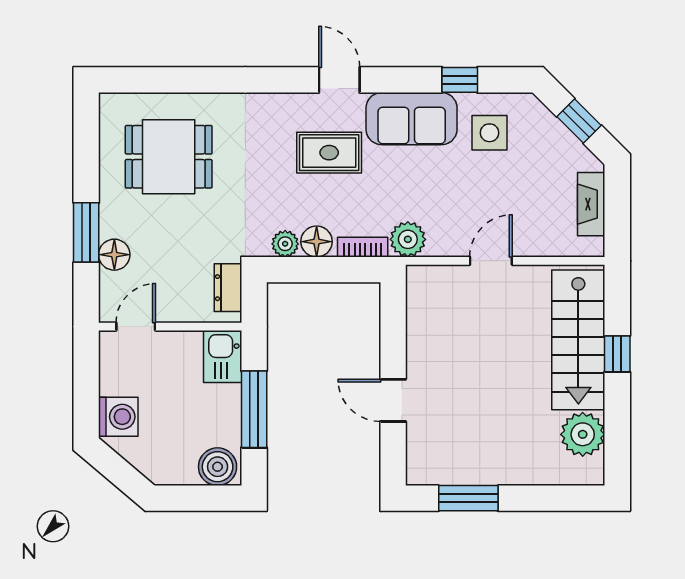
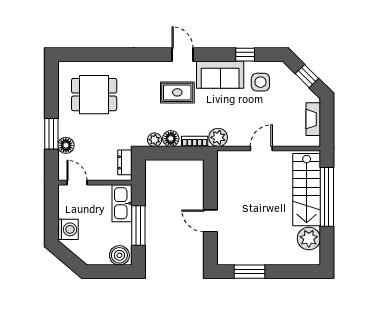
door: (136, 327) -> (77, 183), hinge flipped
window: (617, 354) -> (327, 197), width x3.17
kitchen sink: (223, 356) -> (122, 203), width x1.38

